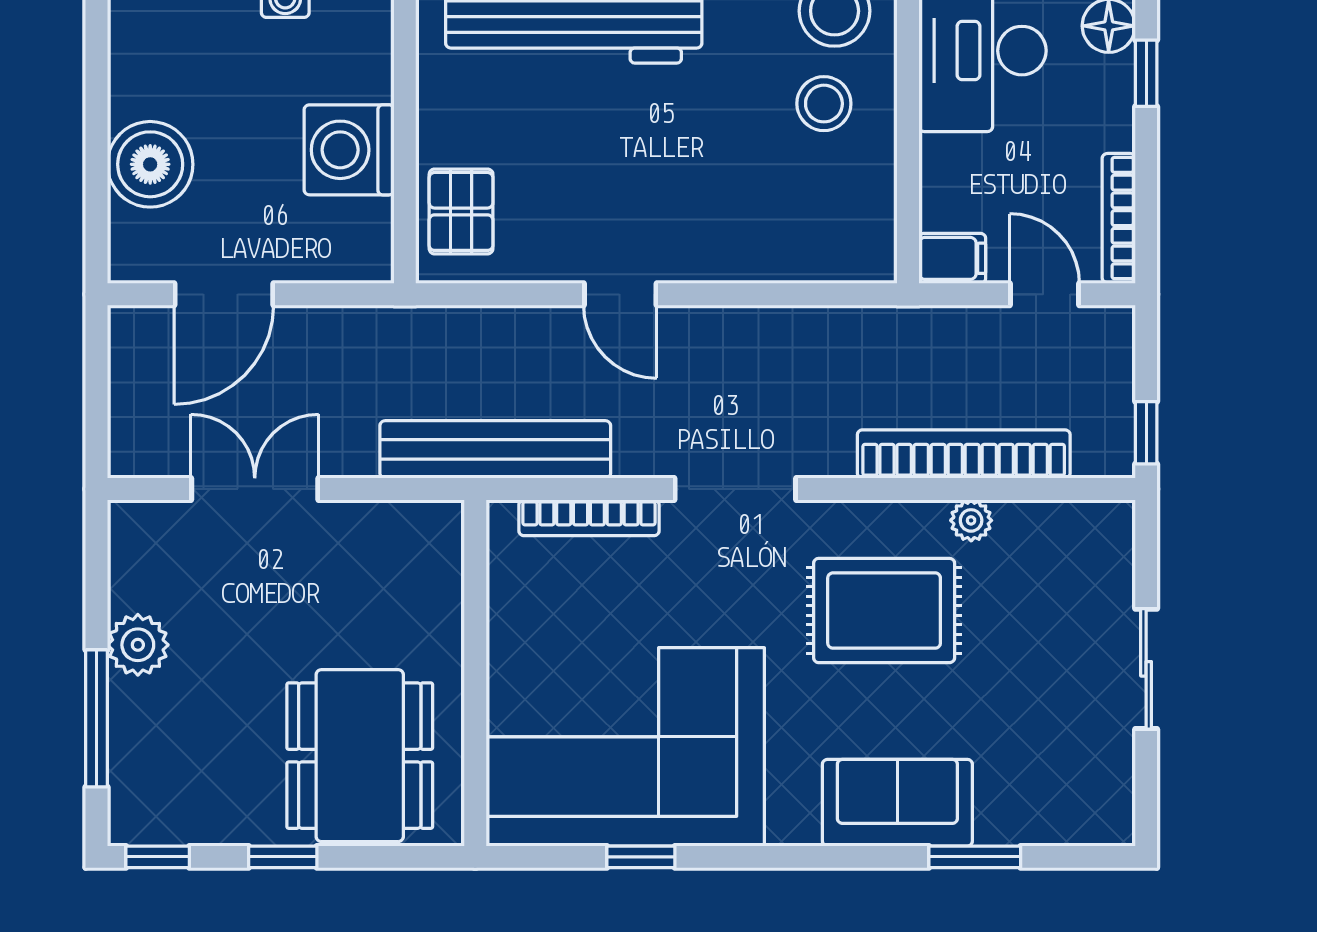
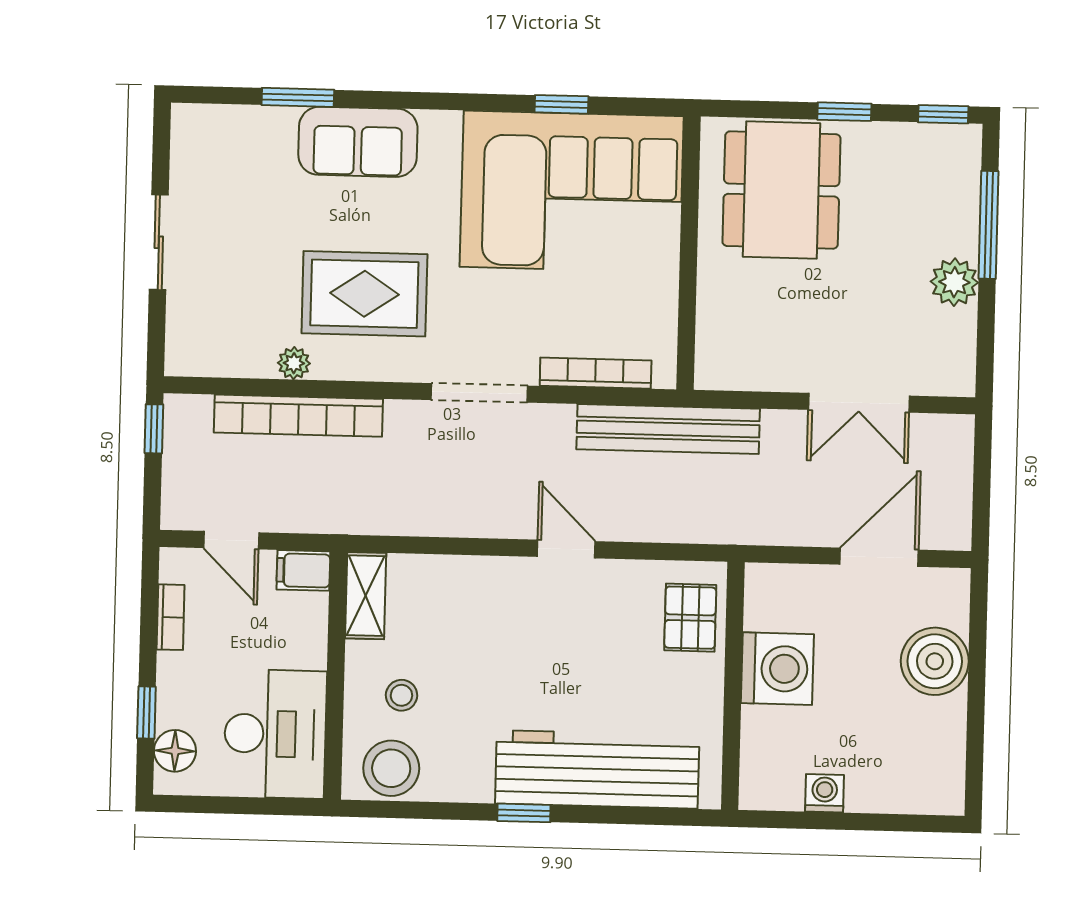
stool: (824, 104) -> (401, 695), width x0.73, depth x0.73
bookcase: (1119, 218) -> (171, 617), width x0.64
shelving: (873, 229) -> (366, 596), added

